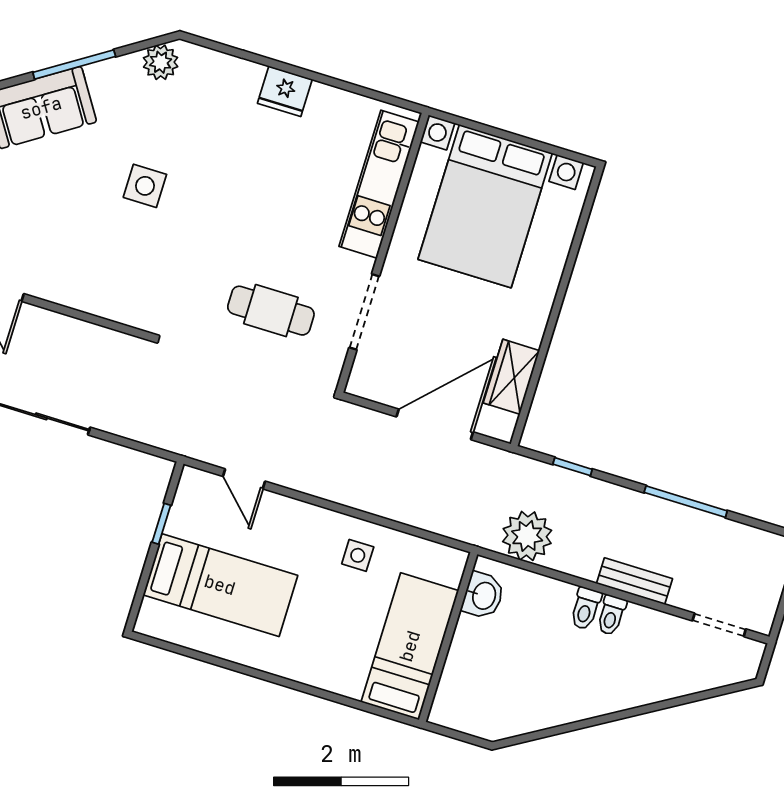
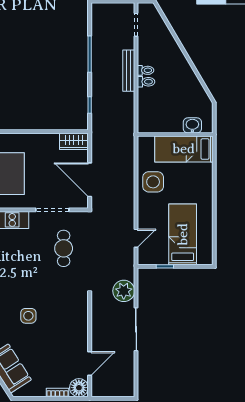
wardrobe: (511, 377) -> (74, 141), moved
door: (435, 424) -> (90, 180), moved
plant: (527, 536) -> (124, 291), moved
side table: (358, 555) -> (153, 182), width x1.87, depth x1.87
bench: (635, 581) -> (129, 71), width x1.36
washbasin: (483, 595) -> (192, 125), moved

